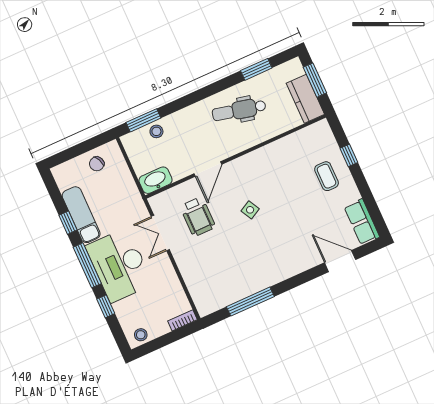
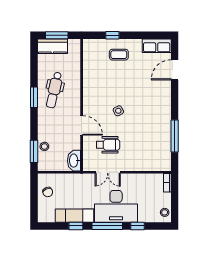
window: (256, 69) -> (34, 97), moved
kitchen counter: (305, 99) -> (52, 46), moved

